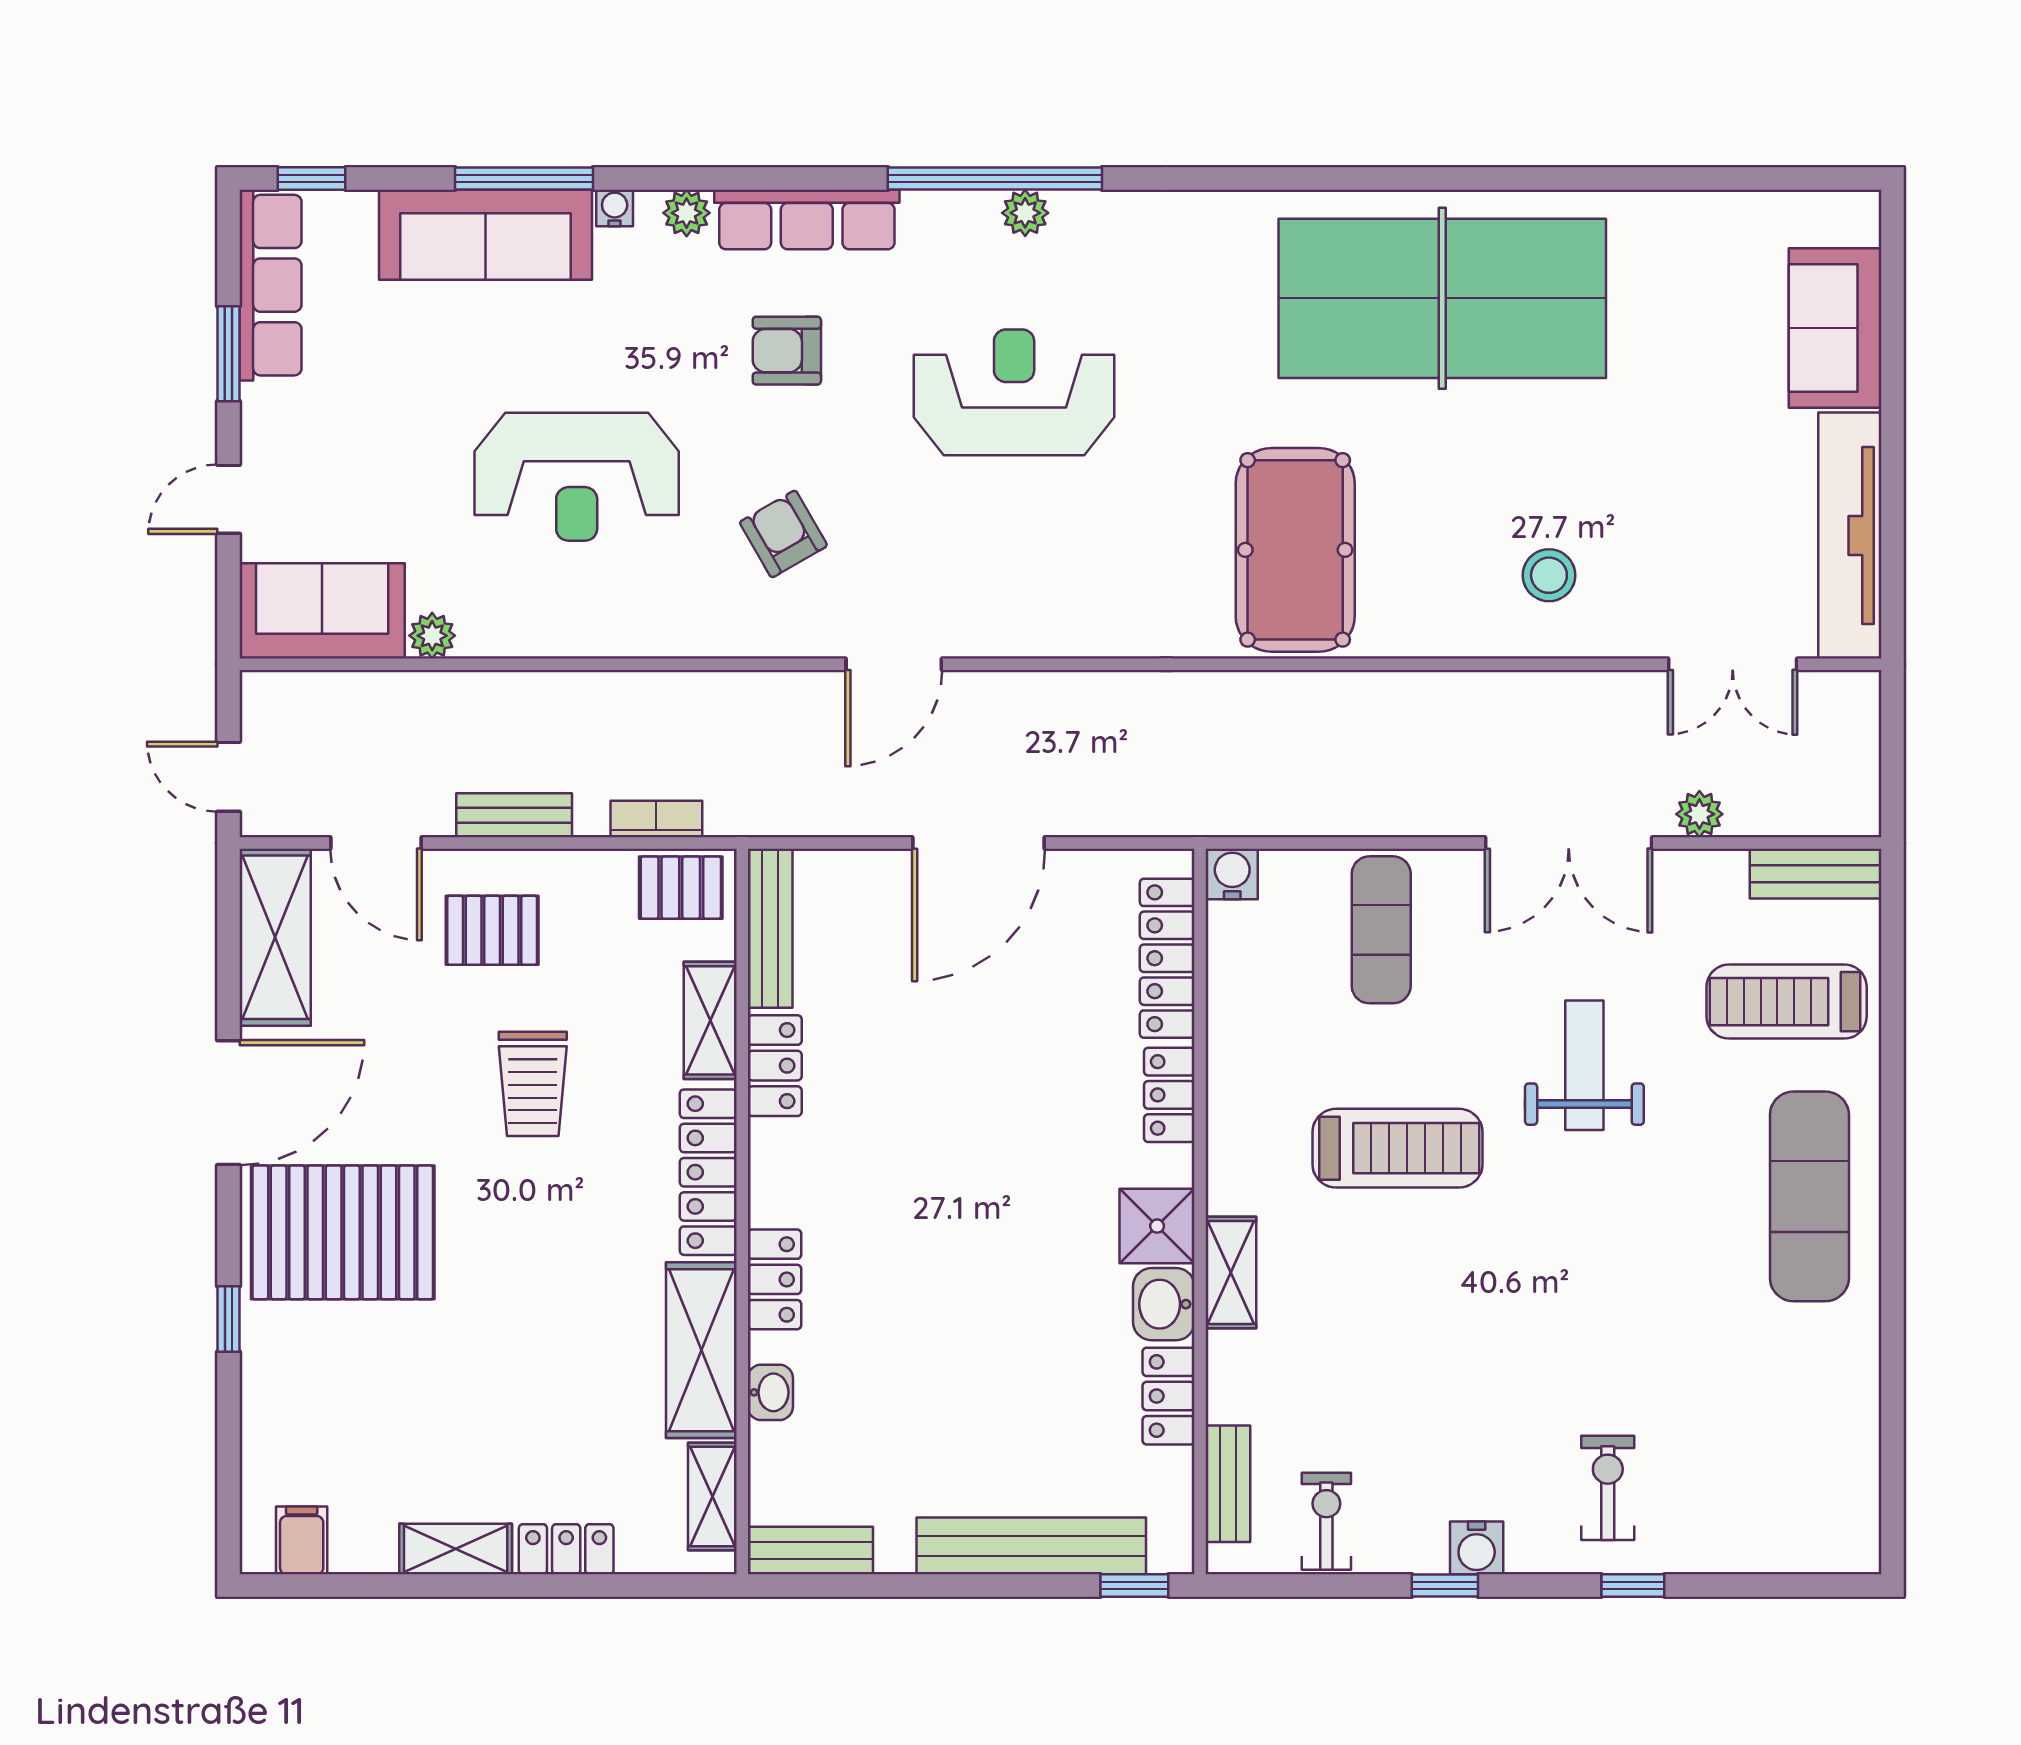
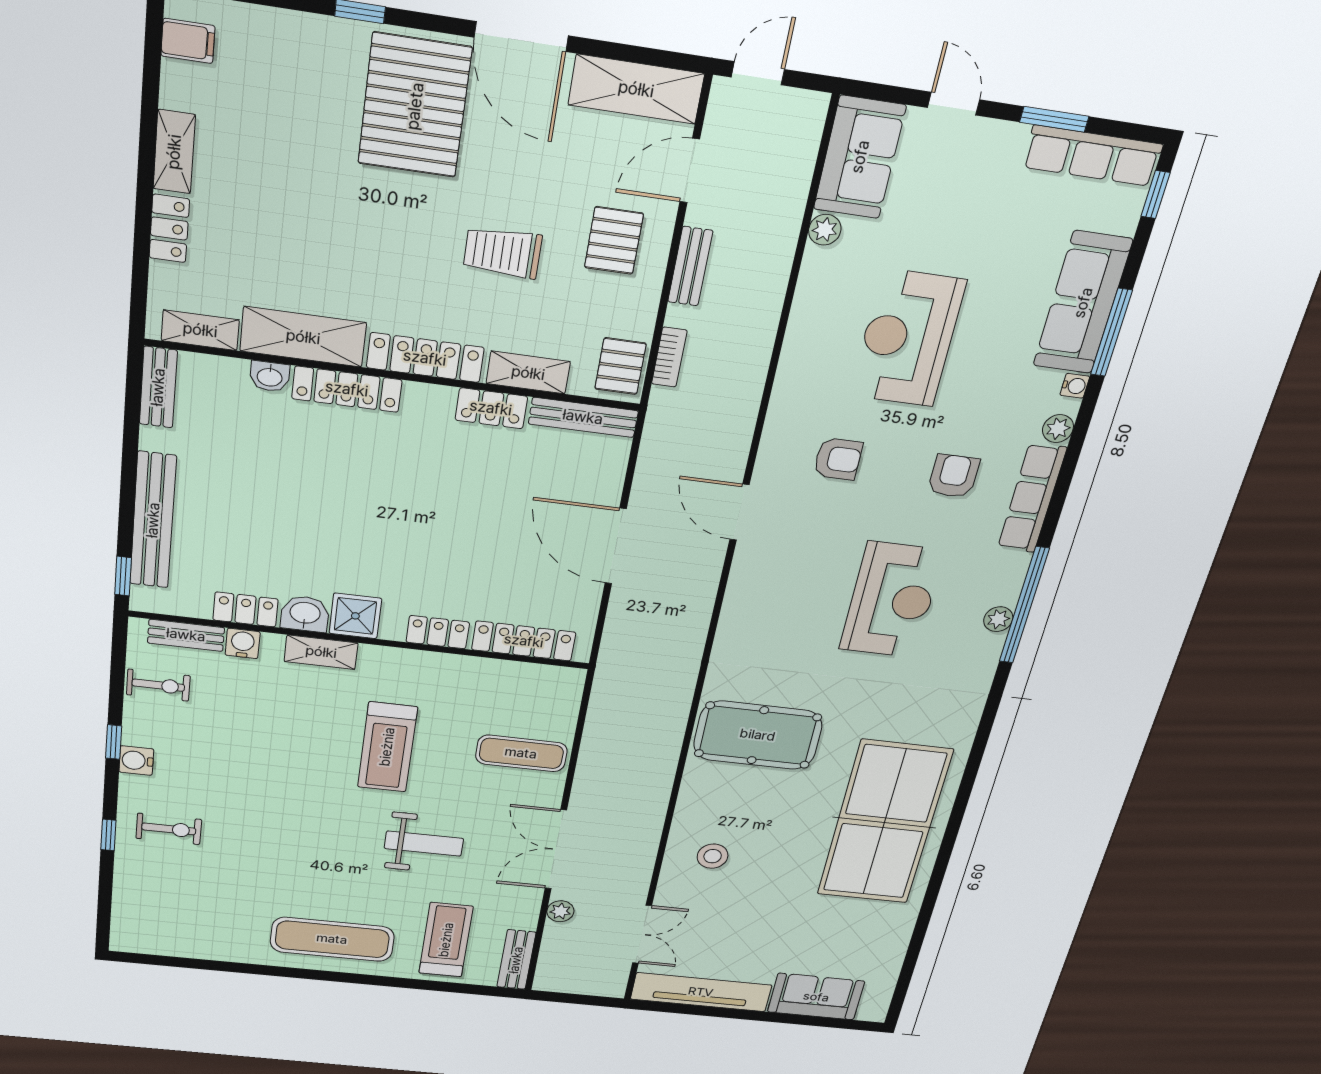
armchair: (783, 534) -> (838, 459), turned 30
double door: (1733, 664) -> (642, 934), swing flipped
water cooler: (1232, 874) -> (243, 643), moved, turned -90
locker: (774, 1279) -> (347, 389), width x1.53

